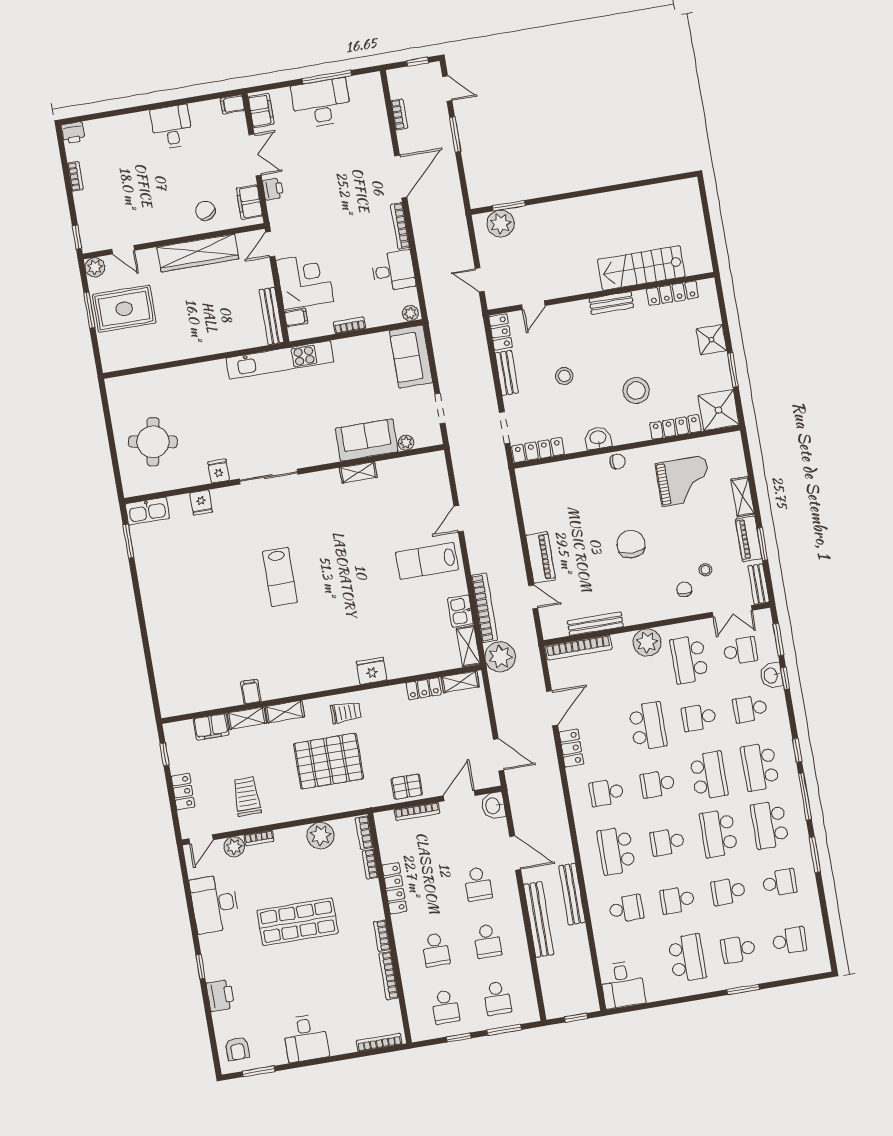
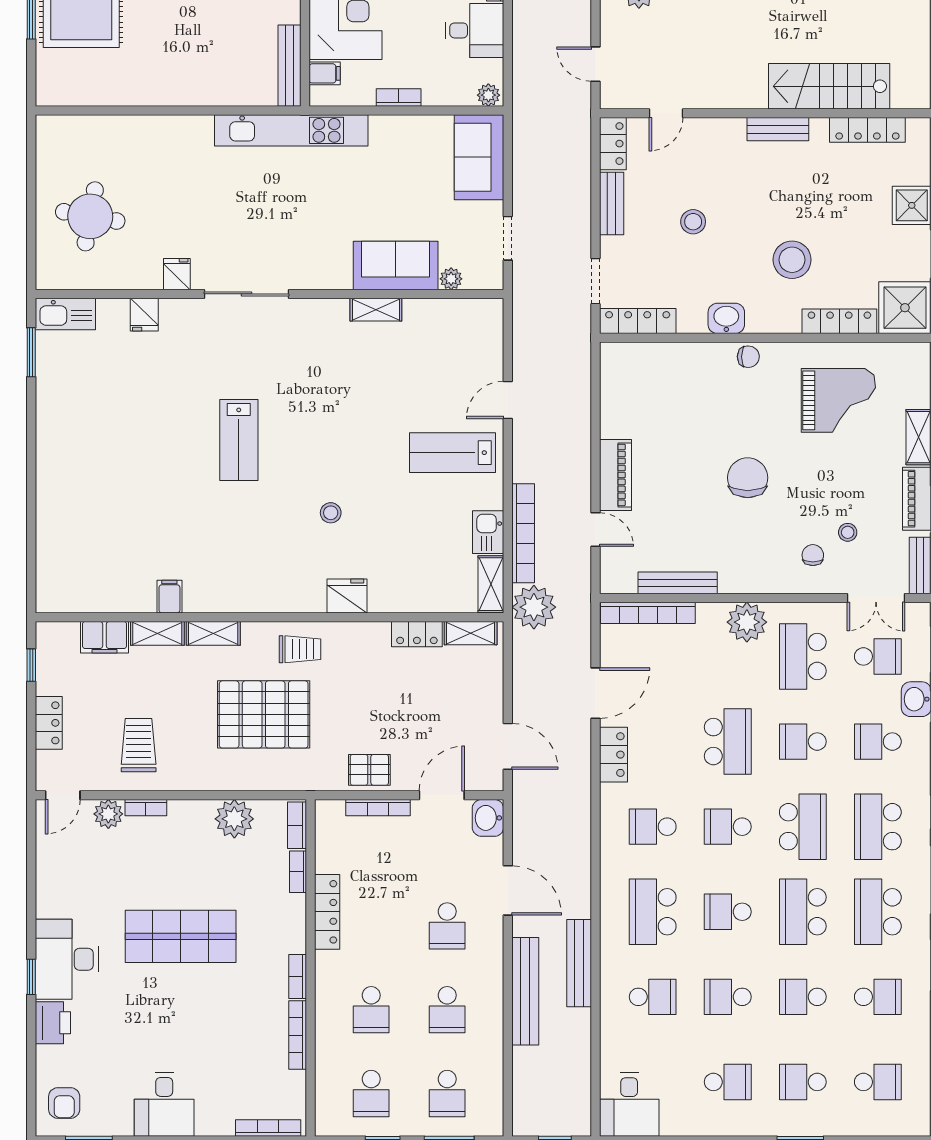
stool: (351, 616) -> (331, 513), added
desk: (215, 904) -> (67, 959), moved
school desk: (687, 958) -> (728, 1082), width x0.54

